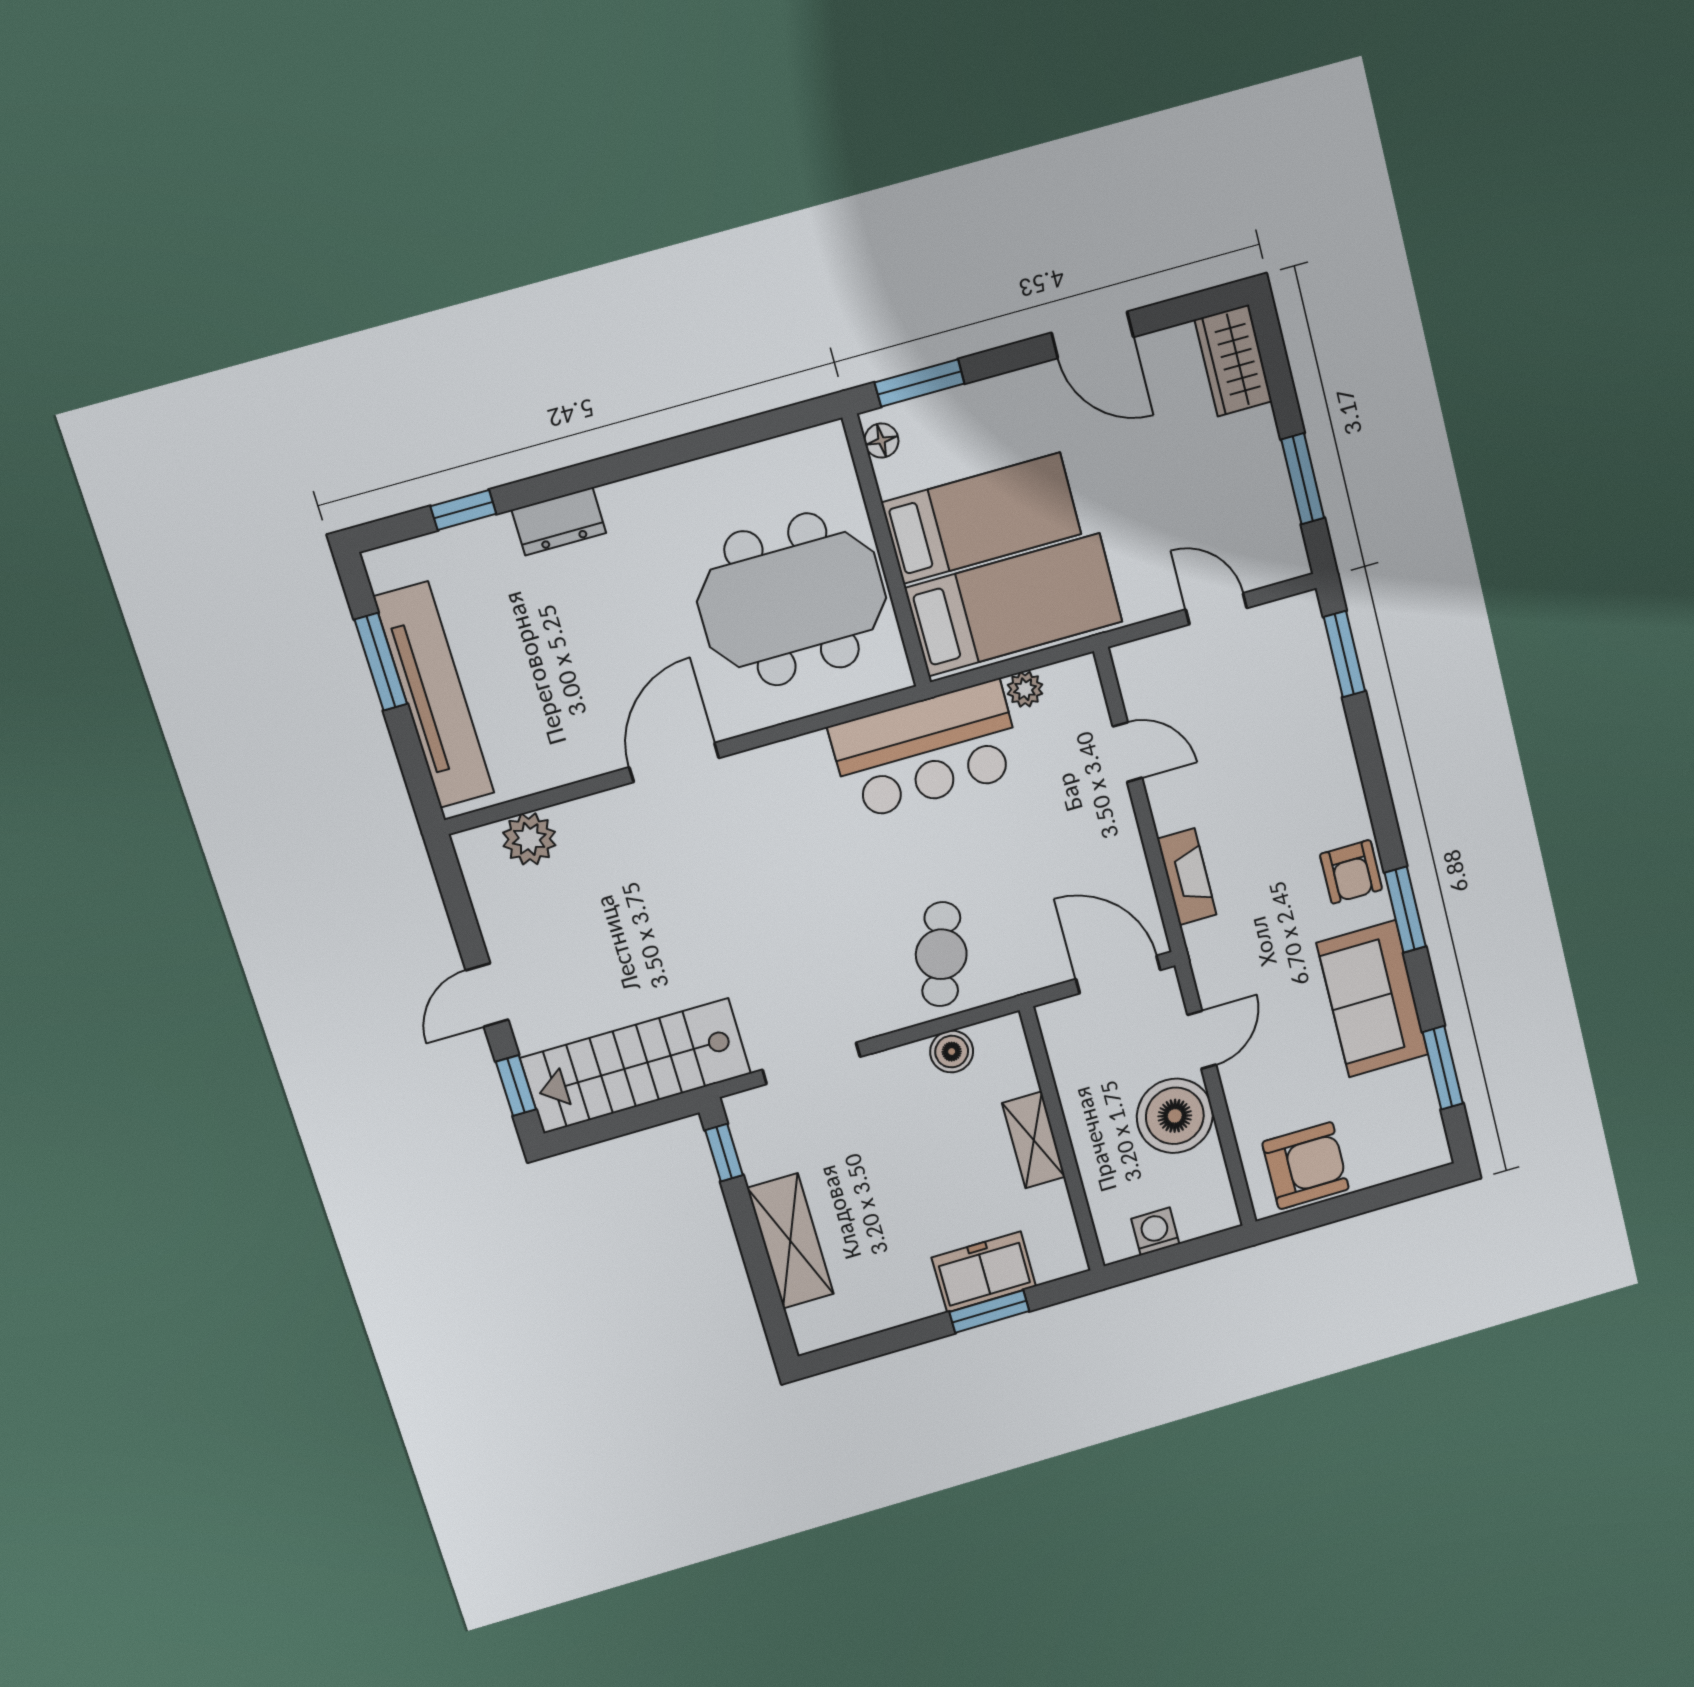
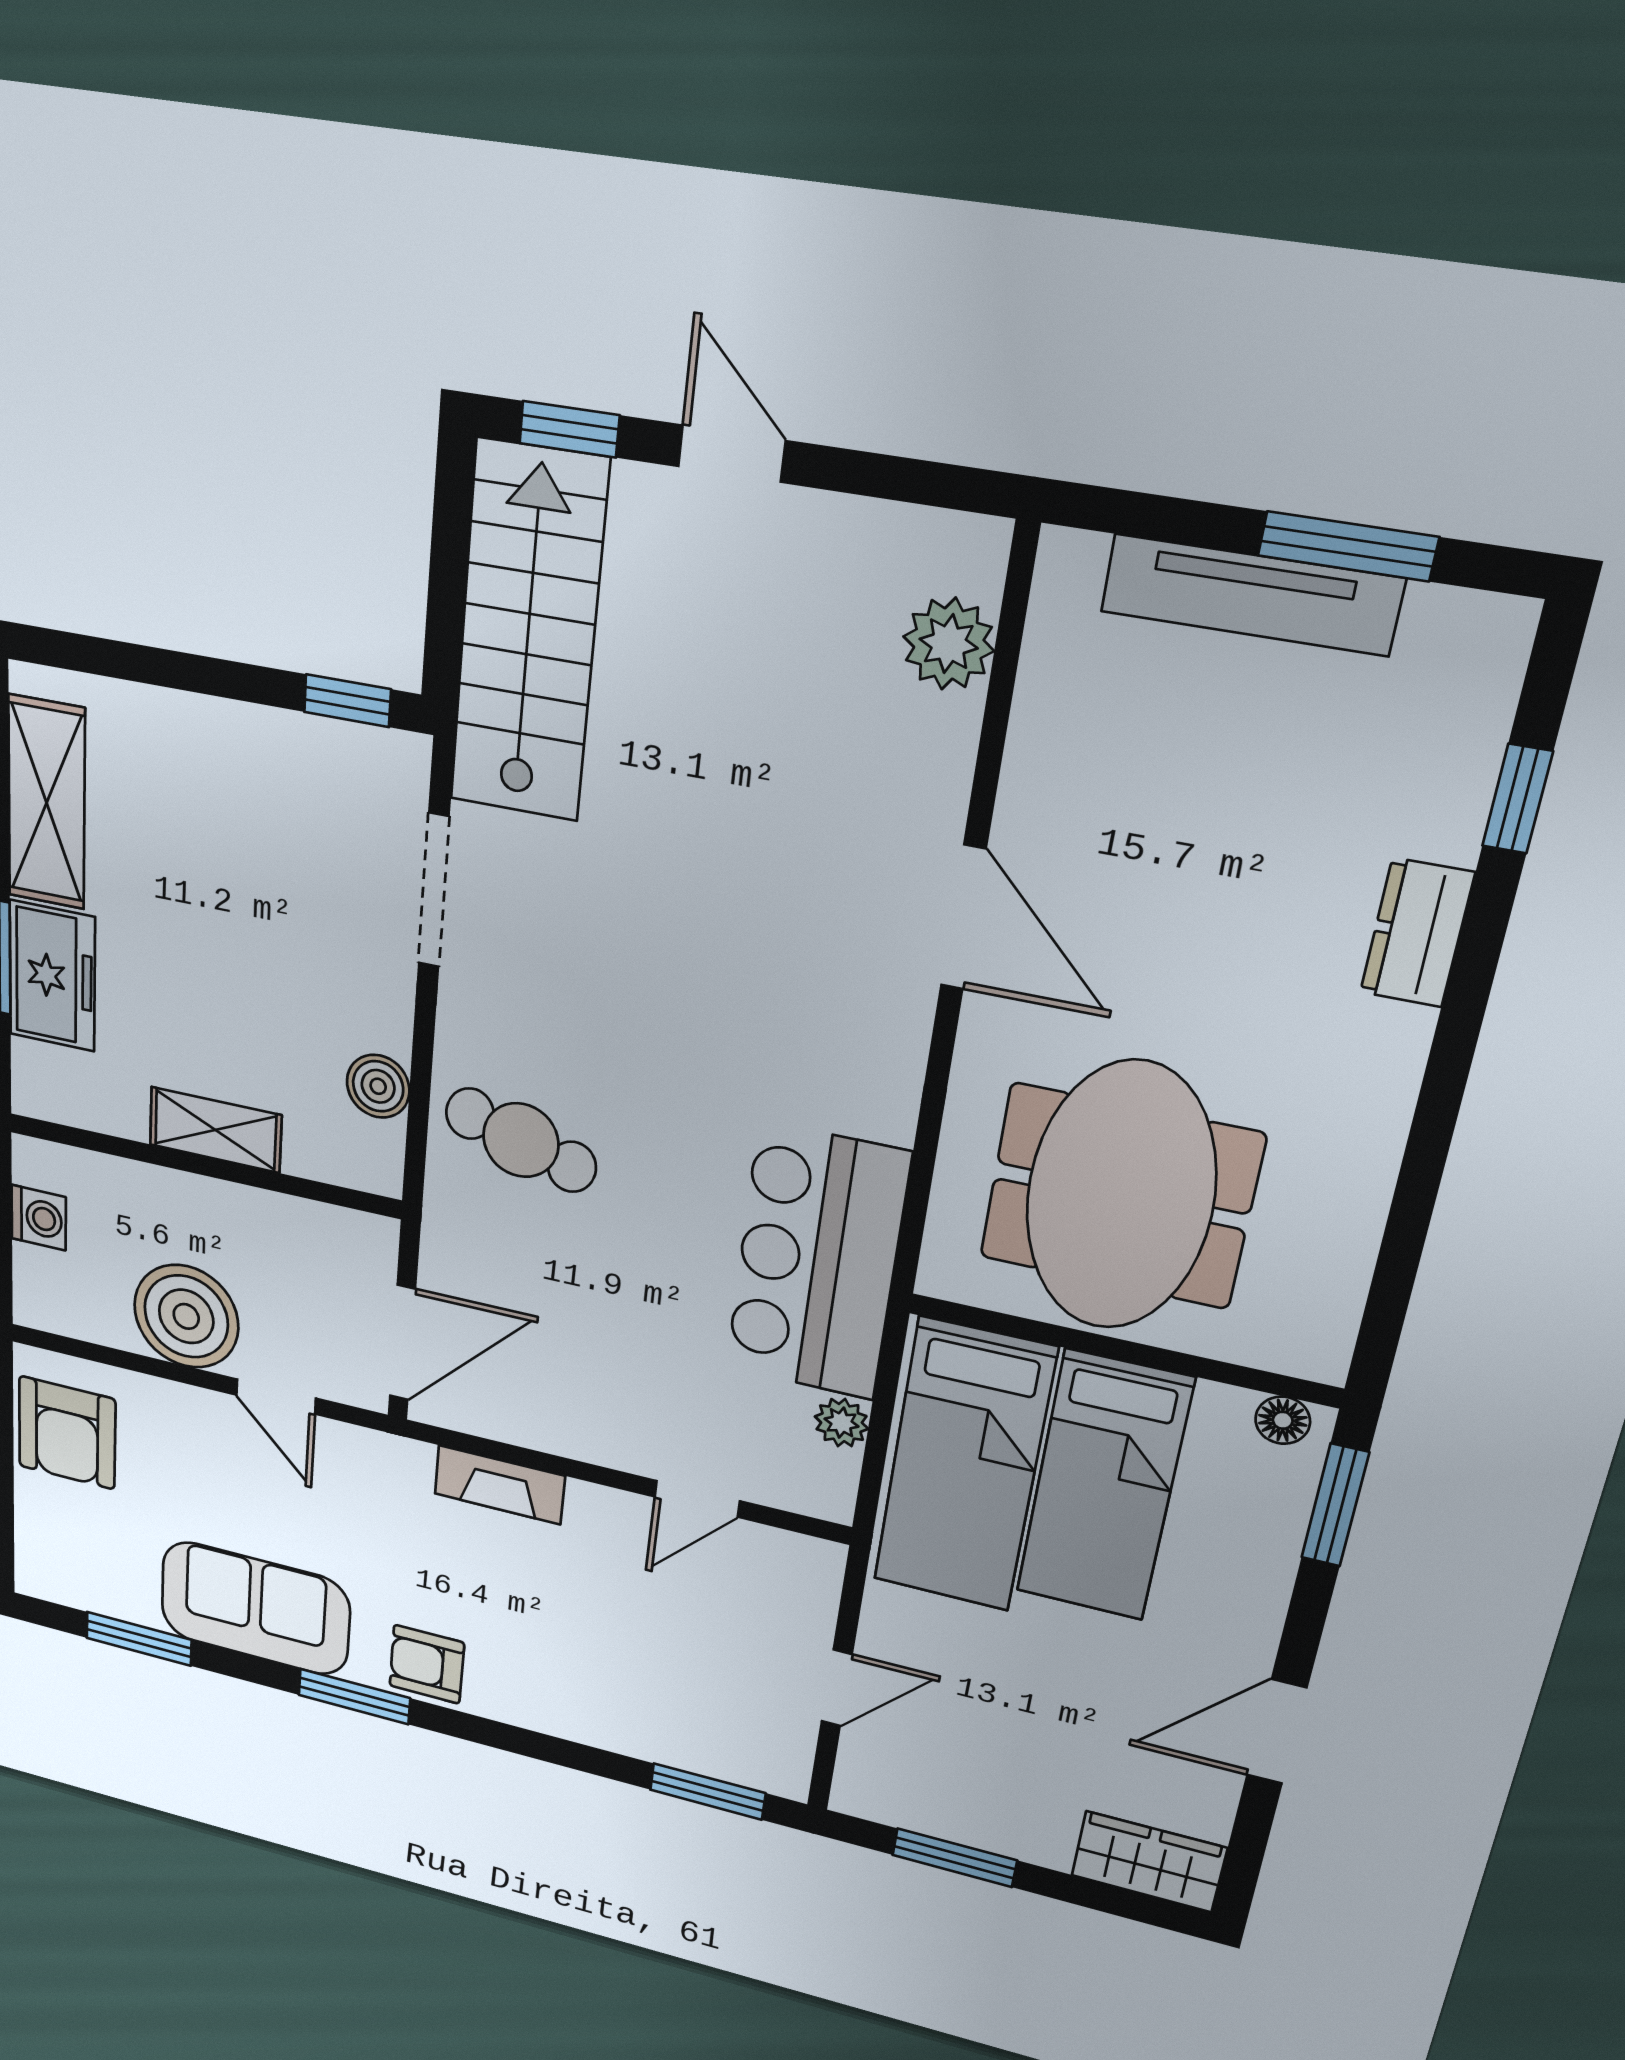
tv unit: (434, 695) -> (1251, 595), width x0.73, depth x0.78
shelving: (790, 1241) -> (47, 803), moved, turned 90

